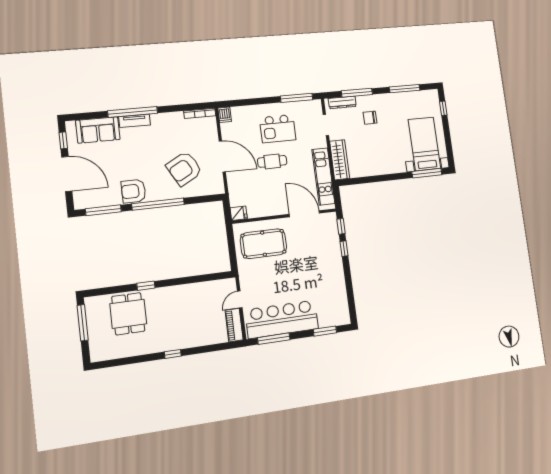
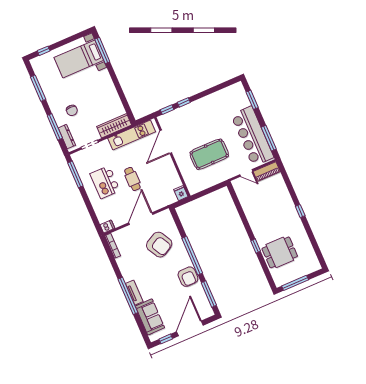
kitchen island: (278, 129) -> (105, 182), turned 180
pool table: (263, 244) -> (209, 154), moved, turned 90

